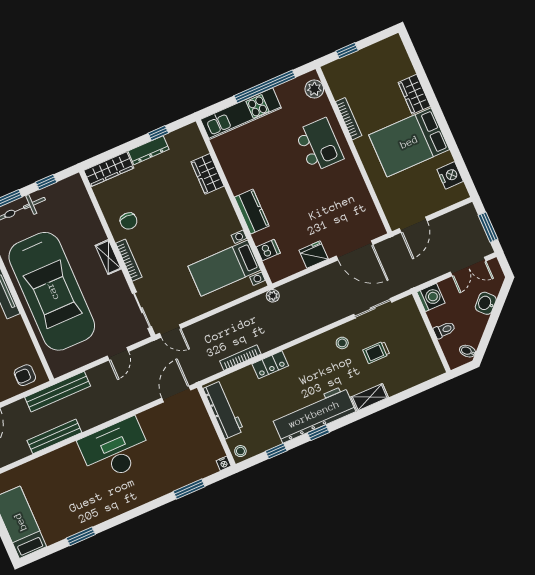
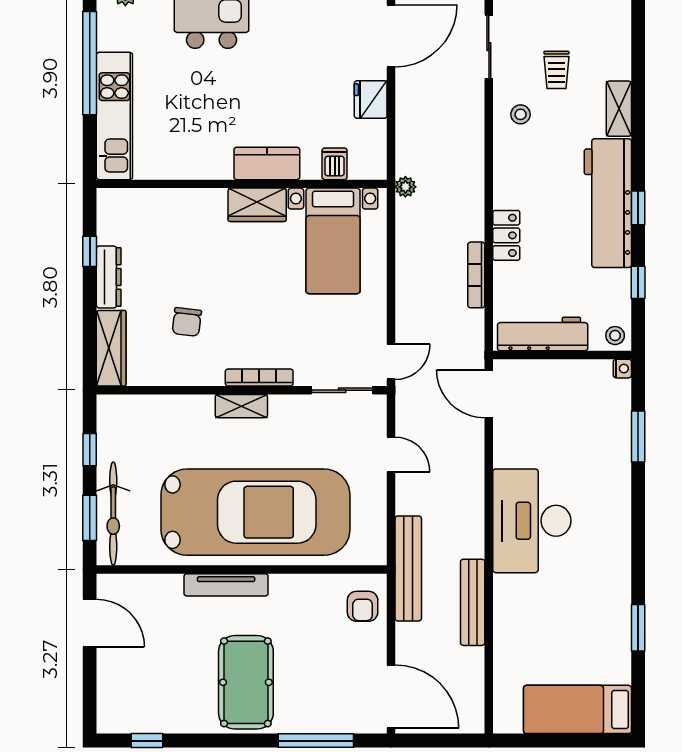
wardrobe: (207, 174) -> (257, 205), moved
chair: (129, 221) -> (187, 322), moved, turned 97

